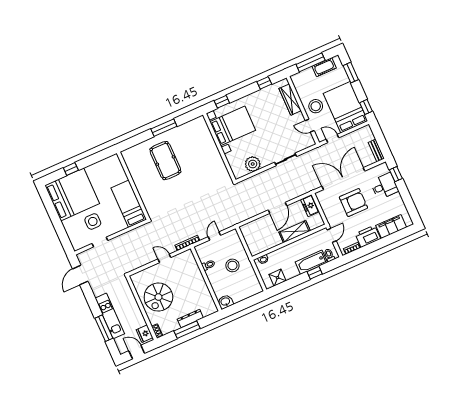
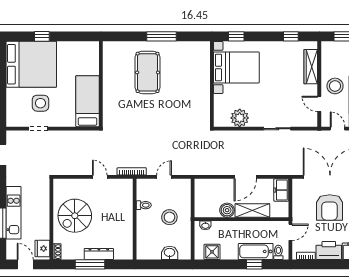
armchair: (353, 203) -> (330, 207), turned 90
boiler: (275, 240) -> (227, 210), added
washbasin: (225, 302) -> (170, 253), moved

